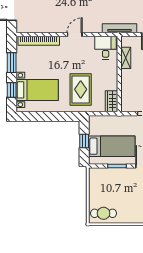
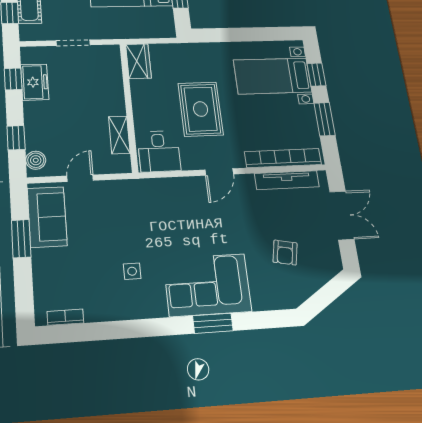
tv unit: (119, 28) -> (287, 180), moved
rug: (81, 89) -> (201, 109), moved

